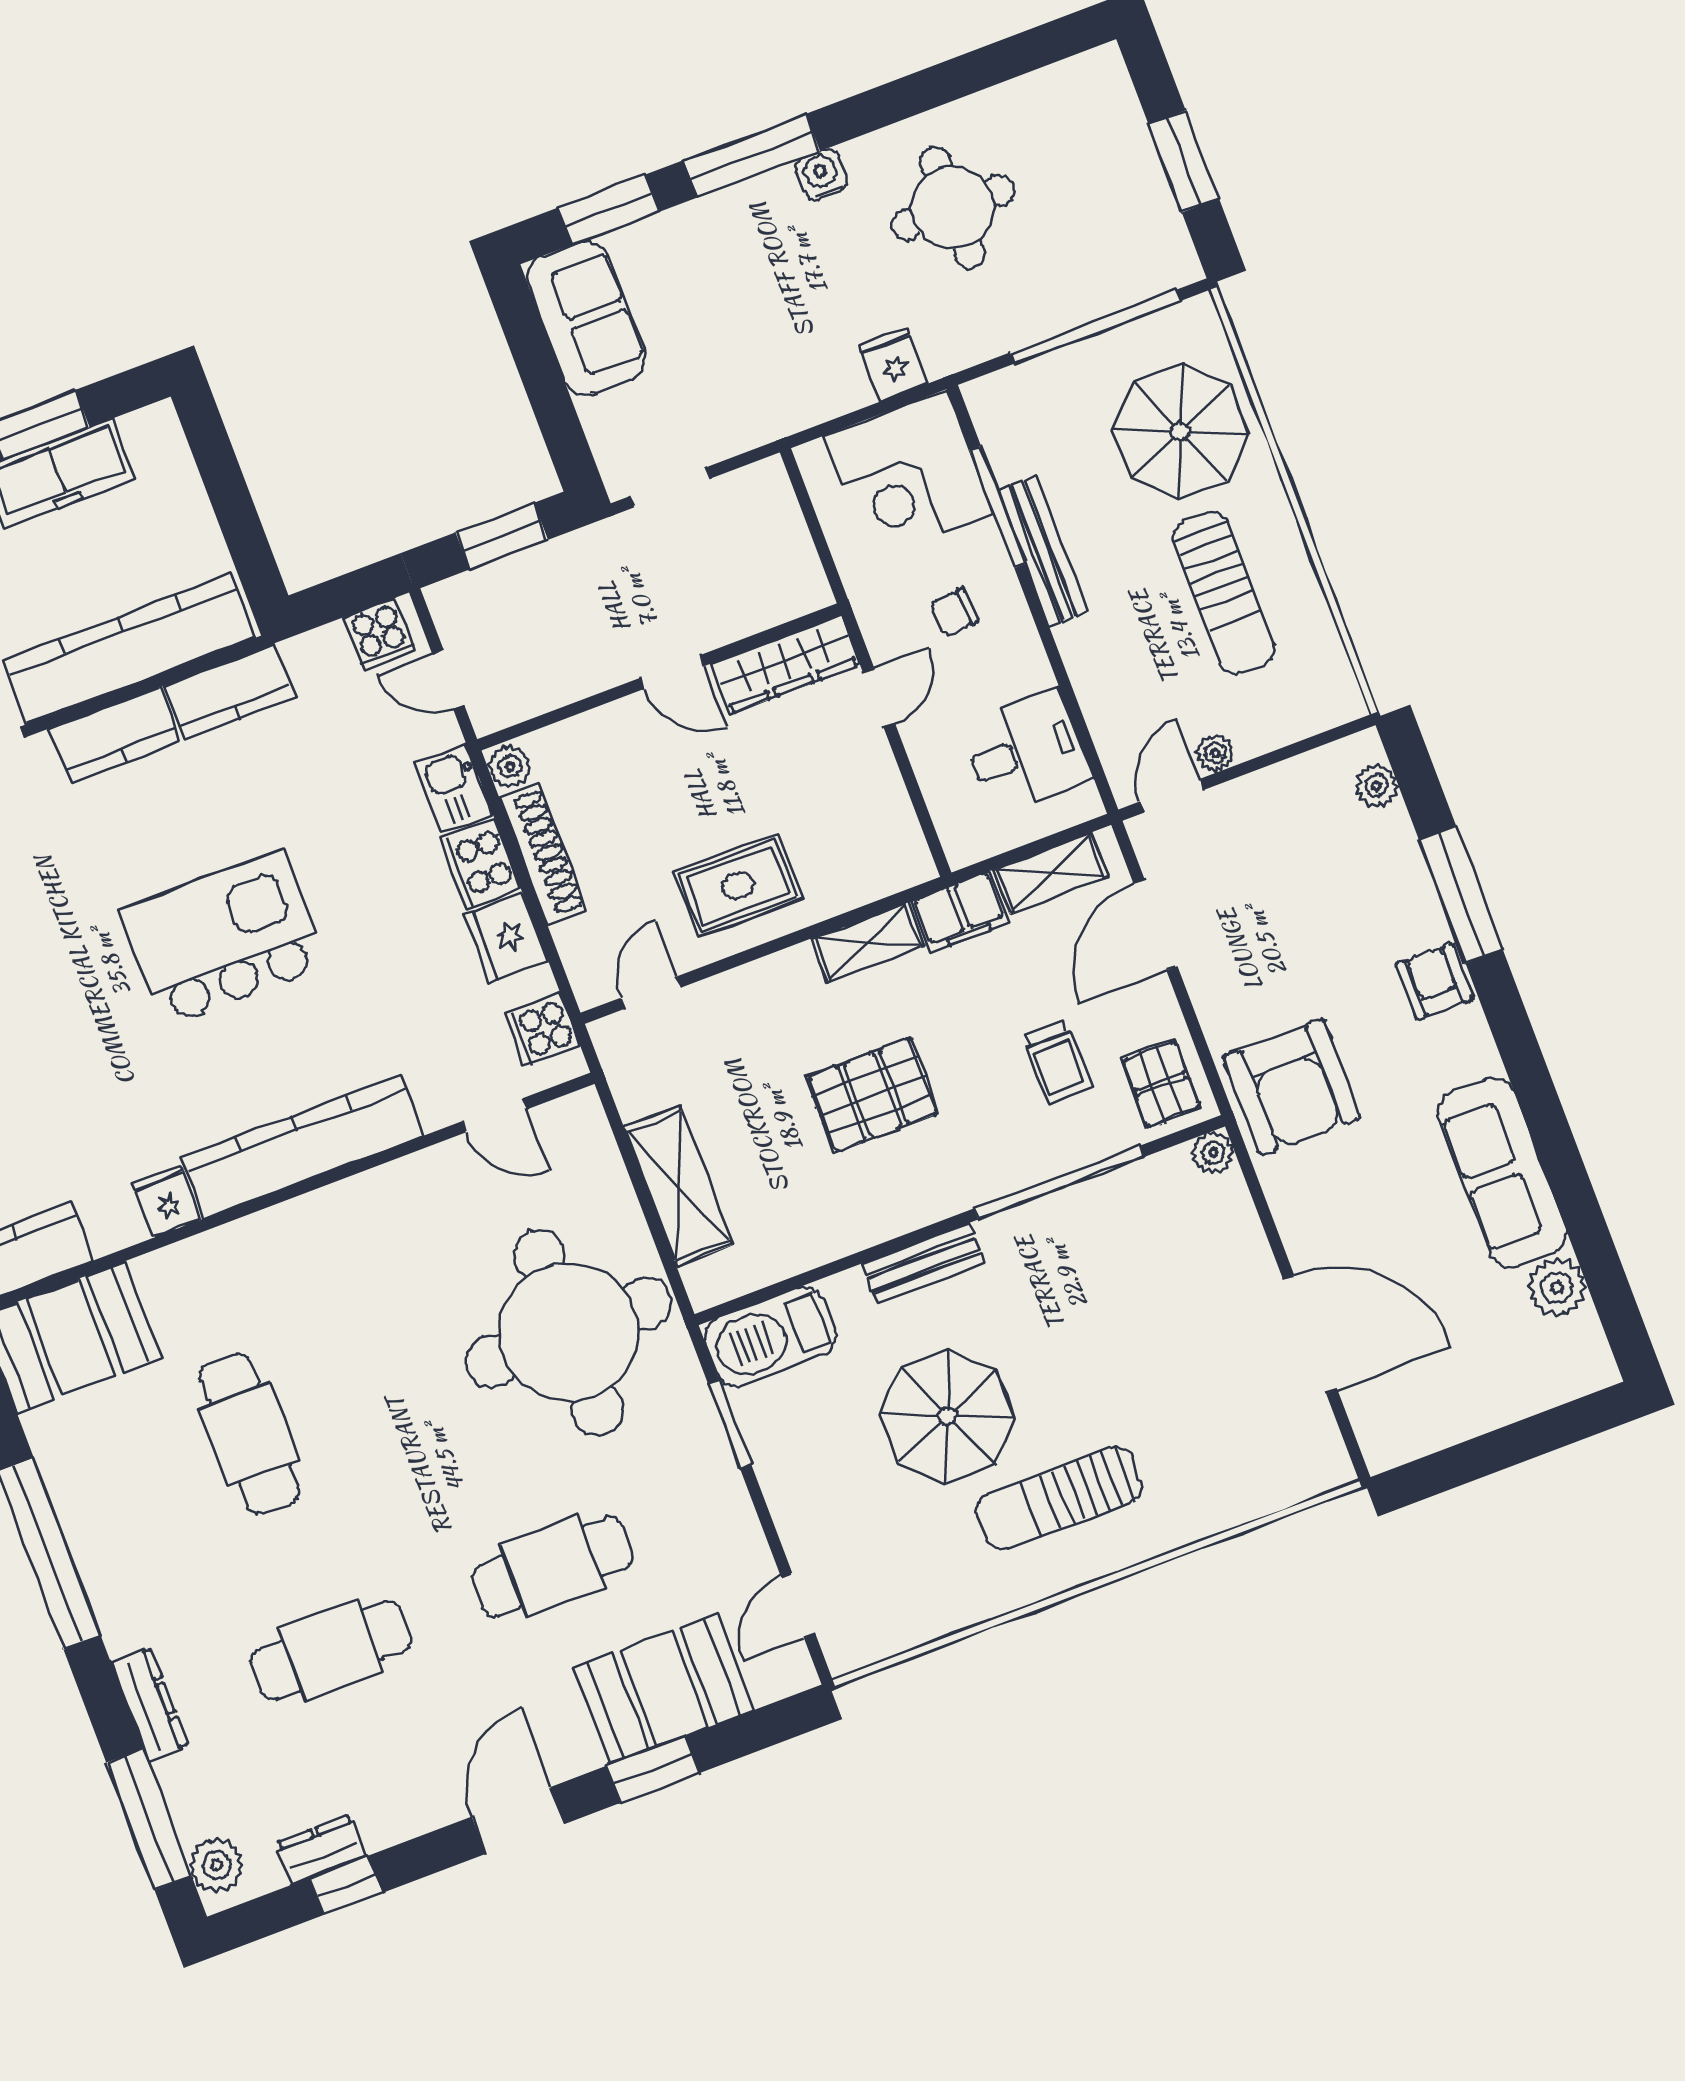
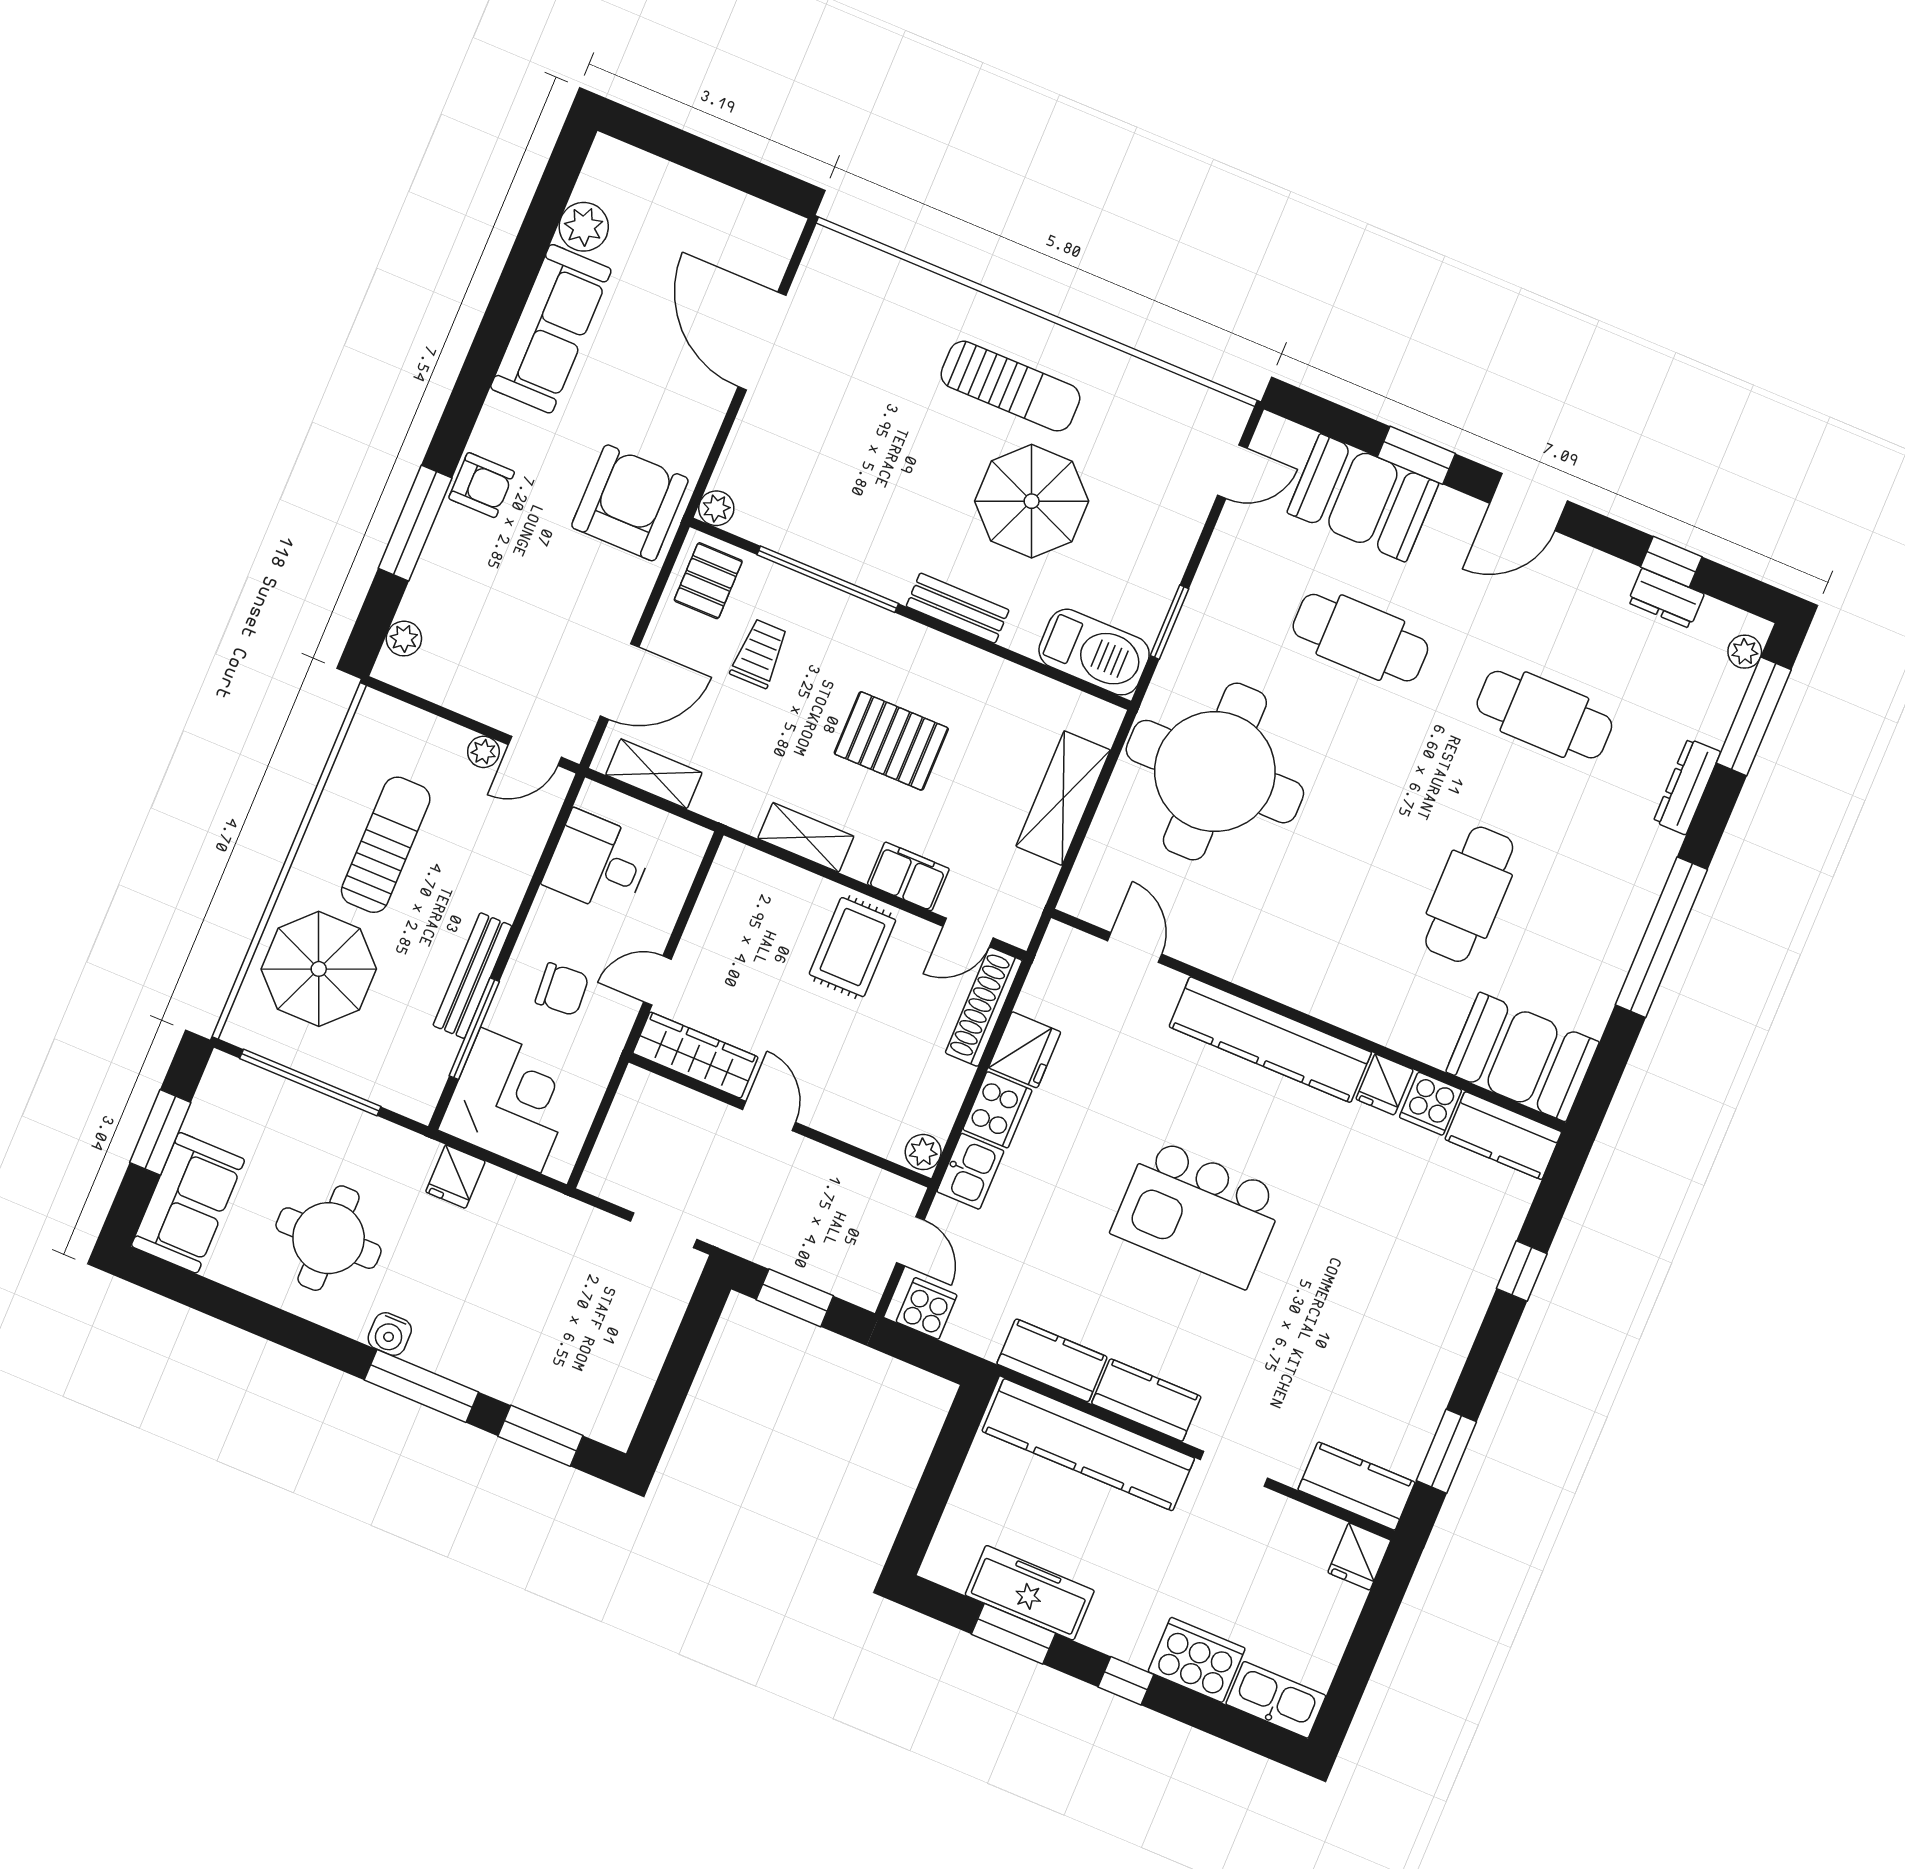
sofa: (586, 318) -> (188, 1203), moved, turned 180
chair: (954, 612) -> (562, 989), width x1.37, depth x1.37
shoe rack: (543, 854) -> (984, 1007), moved
rug: (738, 886) -> (852, 947), turned 90
filing cabinet: (960, 911) -> (908, 876), moved
armchair: (1434, 982) -> (482, 485), turned -90
cooker: (543, 1030) -> (1430, 1104), moved, turned 90
plant: (217, 1865) -> (1745, 652), width x0.73, depth x0.73

